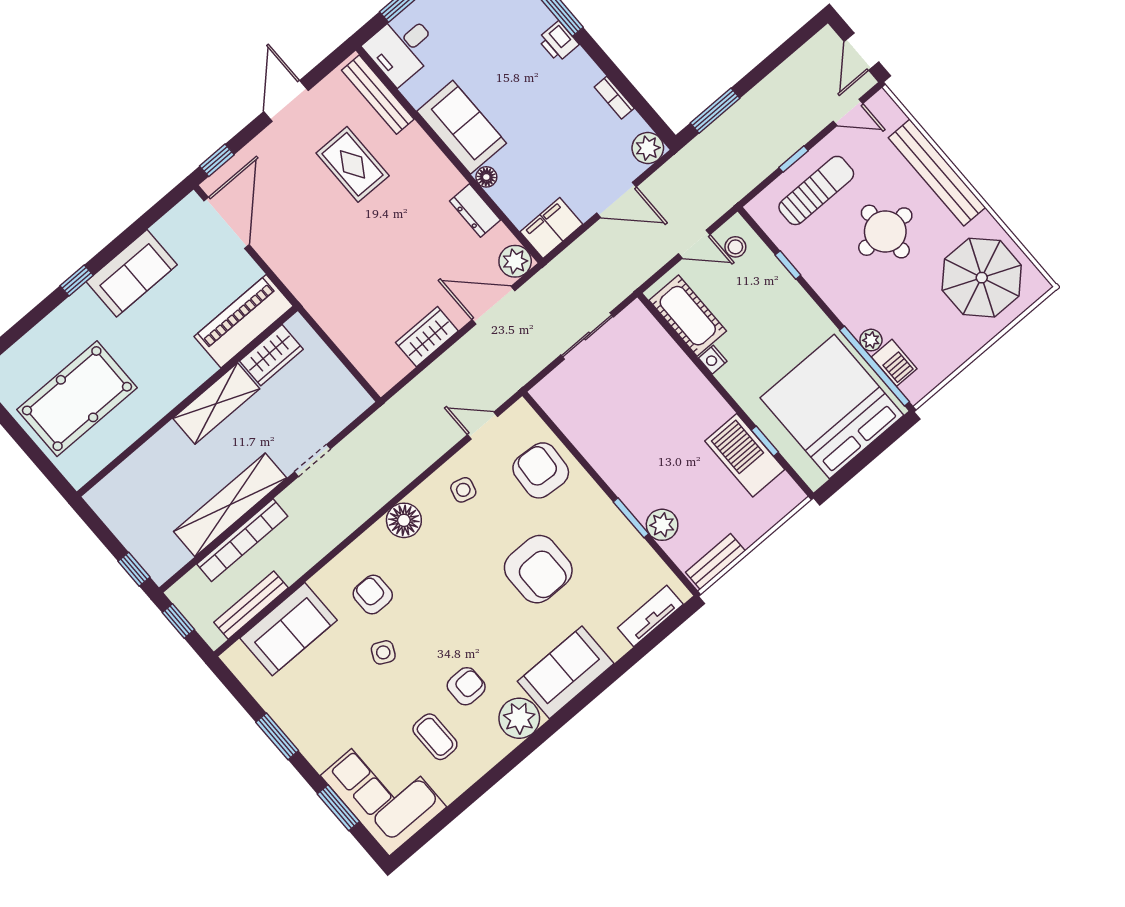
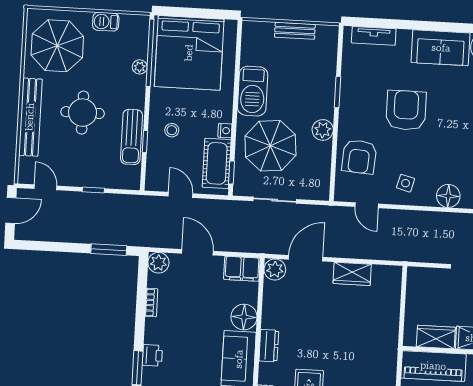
floor lamp: (486, 177) -> (244, 317), width x1.89, depth x1.89
sun lounger: (816, 190) -> (132, 137), moved, turned -90
dresser: (475, 211) -> (269, 346), moved
stool: (735, 247) -> (172, 130), moved
door: (493, 305) -> (306, 258), swing flipped
barbecue: (894, 363) -> (106, 22), moved, turned -90
parasol: (648, 390) -> (270, 146), added
window: (765, 441) -> (232, 173), moved
barbecue: (745, 455) -> (253, 91), moved
plant: (662, 525) -> (323, 130), moved
bench: (715, 562) -> (295, 31), moved

